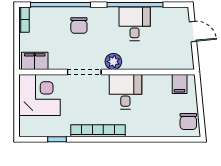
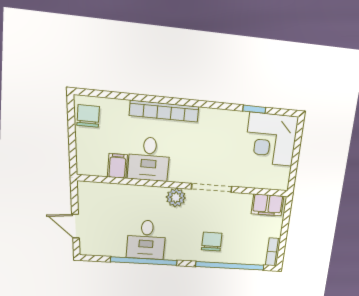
filing cabinet: (180, 84) -> (117, 166), moved
desk: (125, 92) -> (149, 159), moved
corner desk: (40, 95) -> (271, 139), moved
bookcase: (98, 131) -> (164, 111), moved

